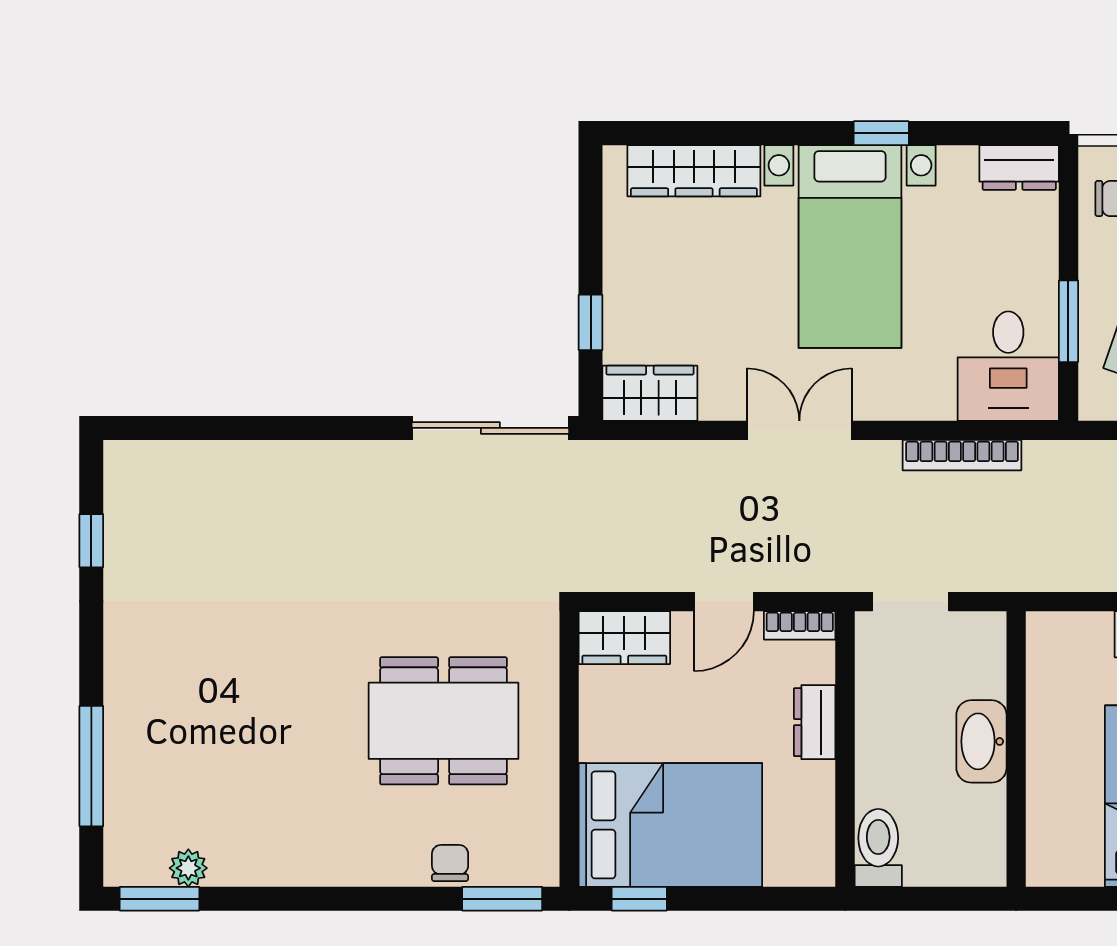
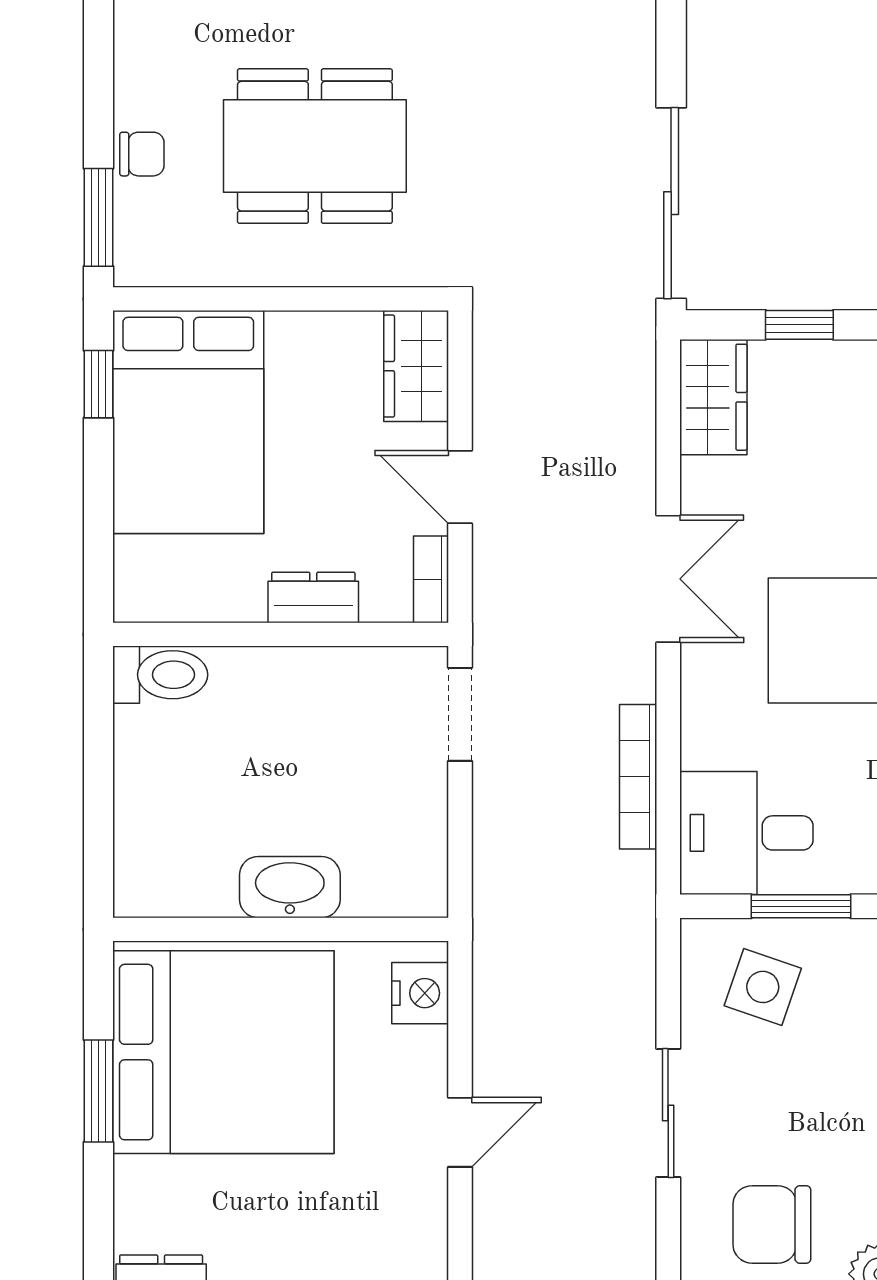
dining table: (444, 721) -> (315, 146), turned 90
washbasin: (981, 741) -> (290, 887), moved
wall: (1016, 749) -> (281, 929), moved

